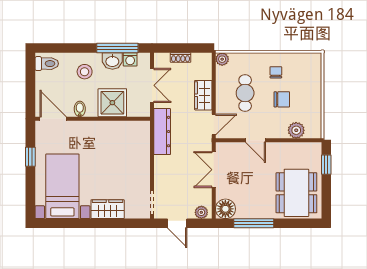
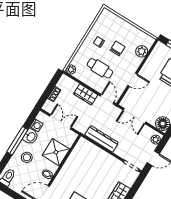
window: (117, 48) -> (17, 141), moved
dresser: (162, 132) -> (102, 139), moved

